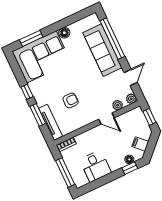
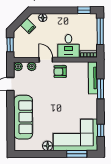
window: (112, 39) -> (11, 123), removed
window: (27, 92) -> (101, 130), moved
armchair: (71, 100) -> (60, 72), moved
desk: (95, 166) -> (68, 46), moved, turned 180
window: (130, 168) -> (84, 10), moved

